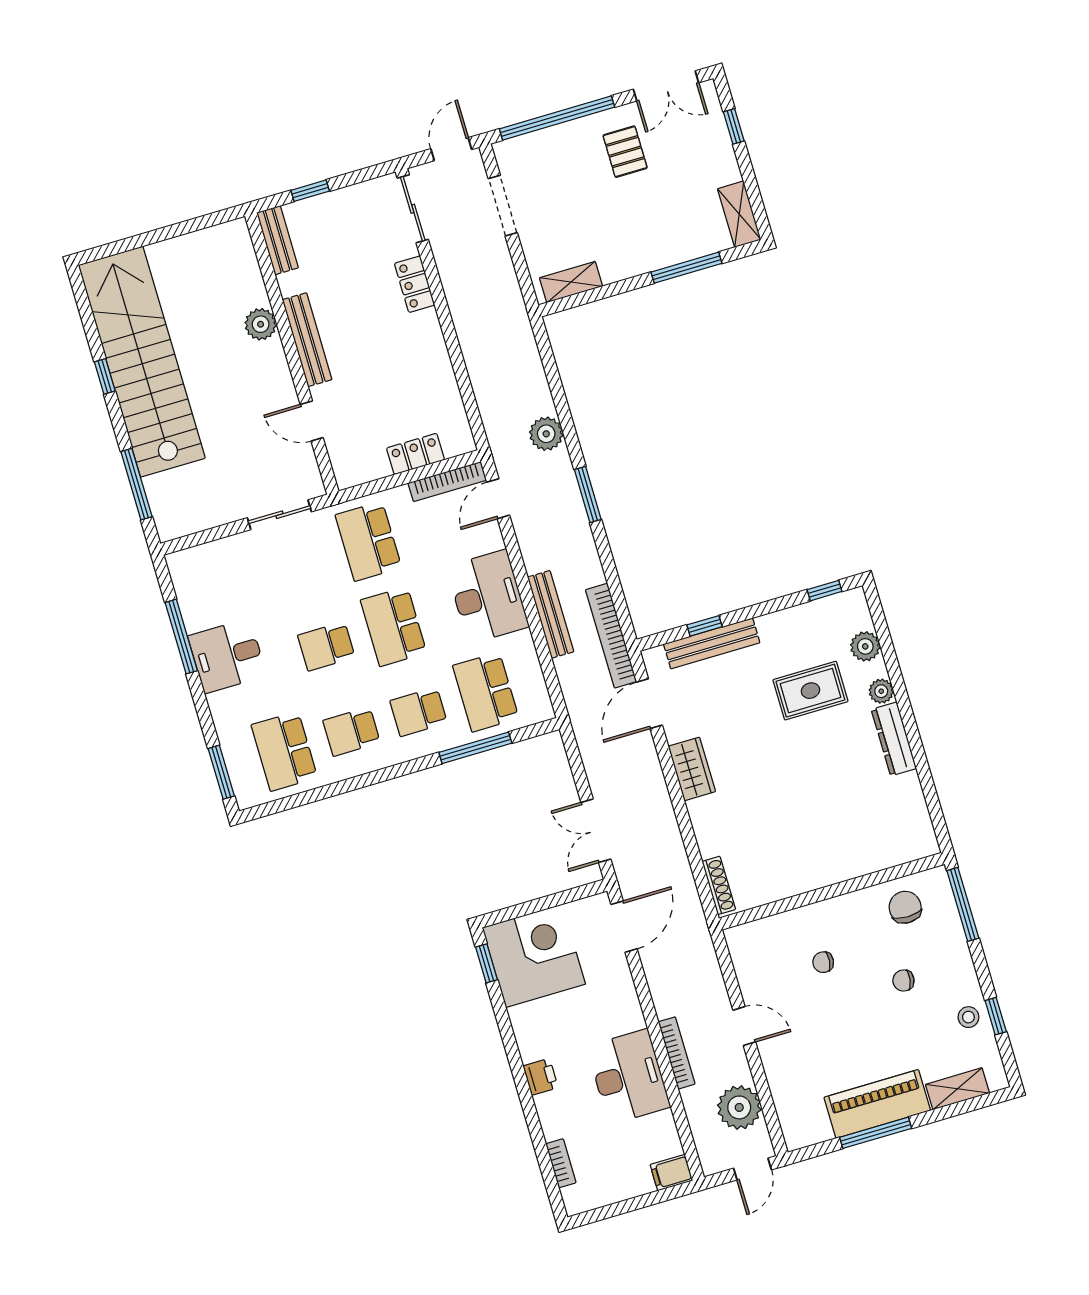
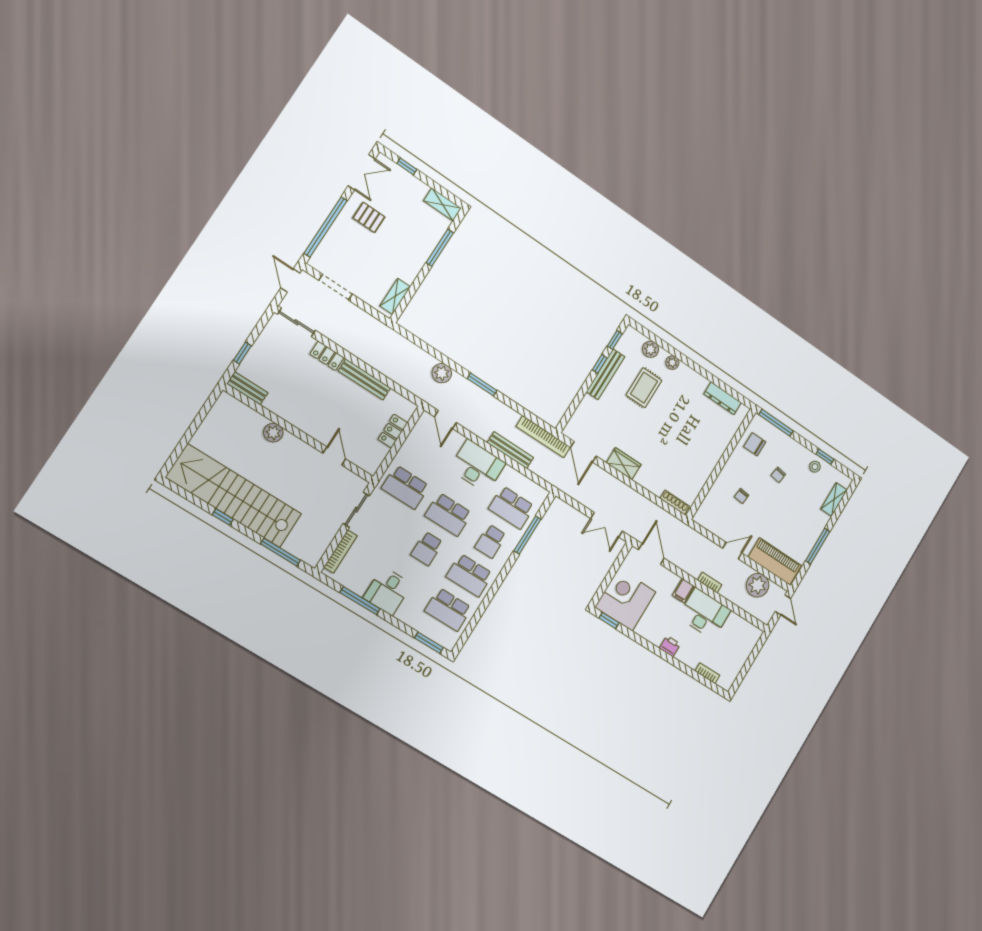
bench: (307, 340) -> (364, 379), moved
door: (312, 421) -> (334, 456), swing flipped
bookcase: (447, 482) -> (341, 551), moved
window: (705, 626) -> (600, 364), moved
bench: (712, 643) -> (605, 374), moved
school desk: (351, 732) -> (469, 575), width x1.85
dresser: (894, 739) -> (723, 398), moved
bookcase: (677, 1053) -> (710, 583), width x0.64
piano: (877, 1104) -> (775, 561), moved, turned 90
filing cabinet: (671, 1173) -> (683, 591), moved

